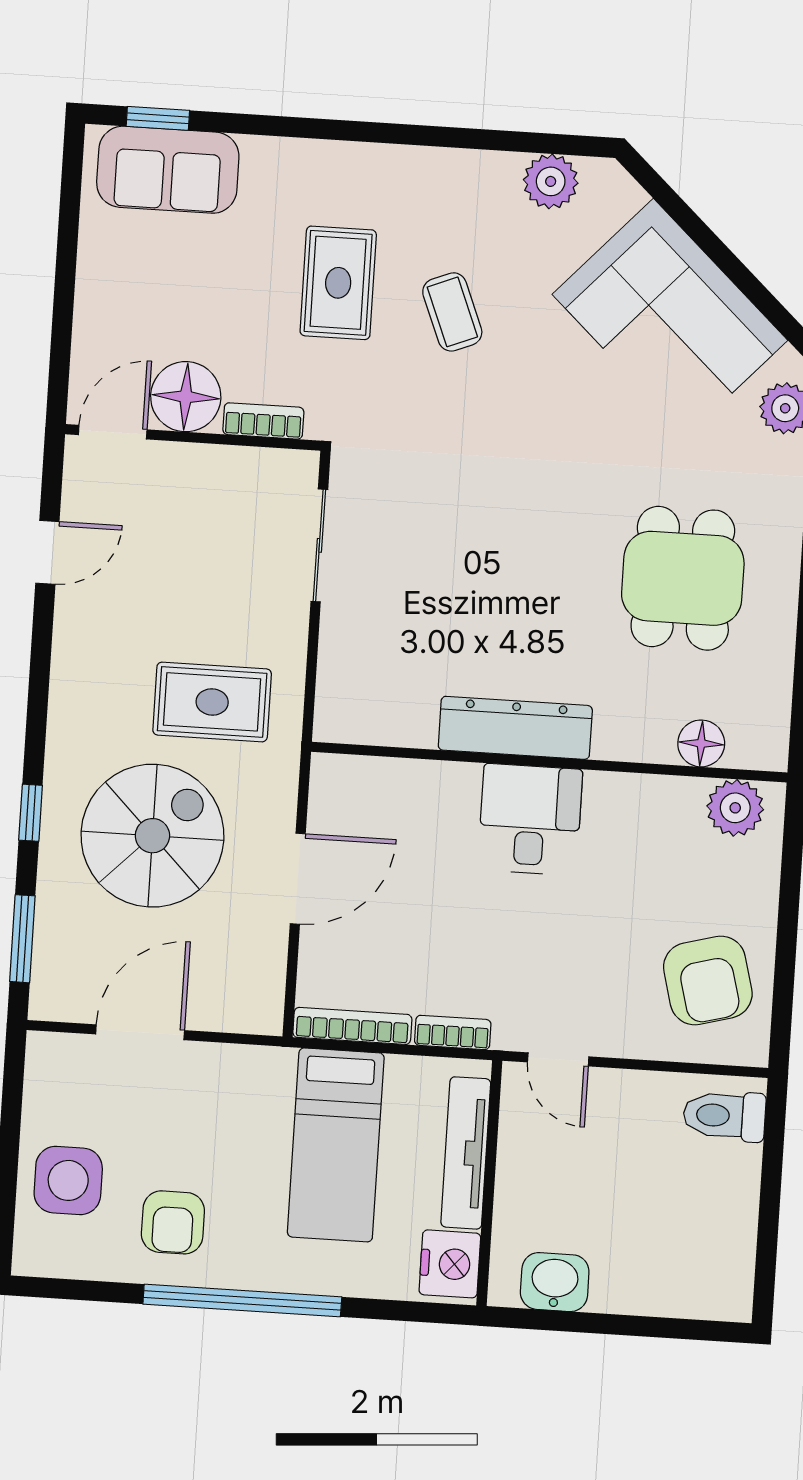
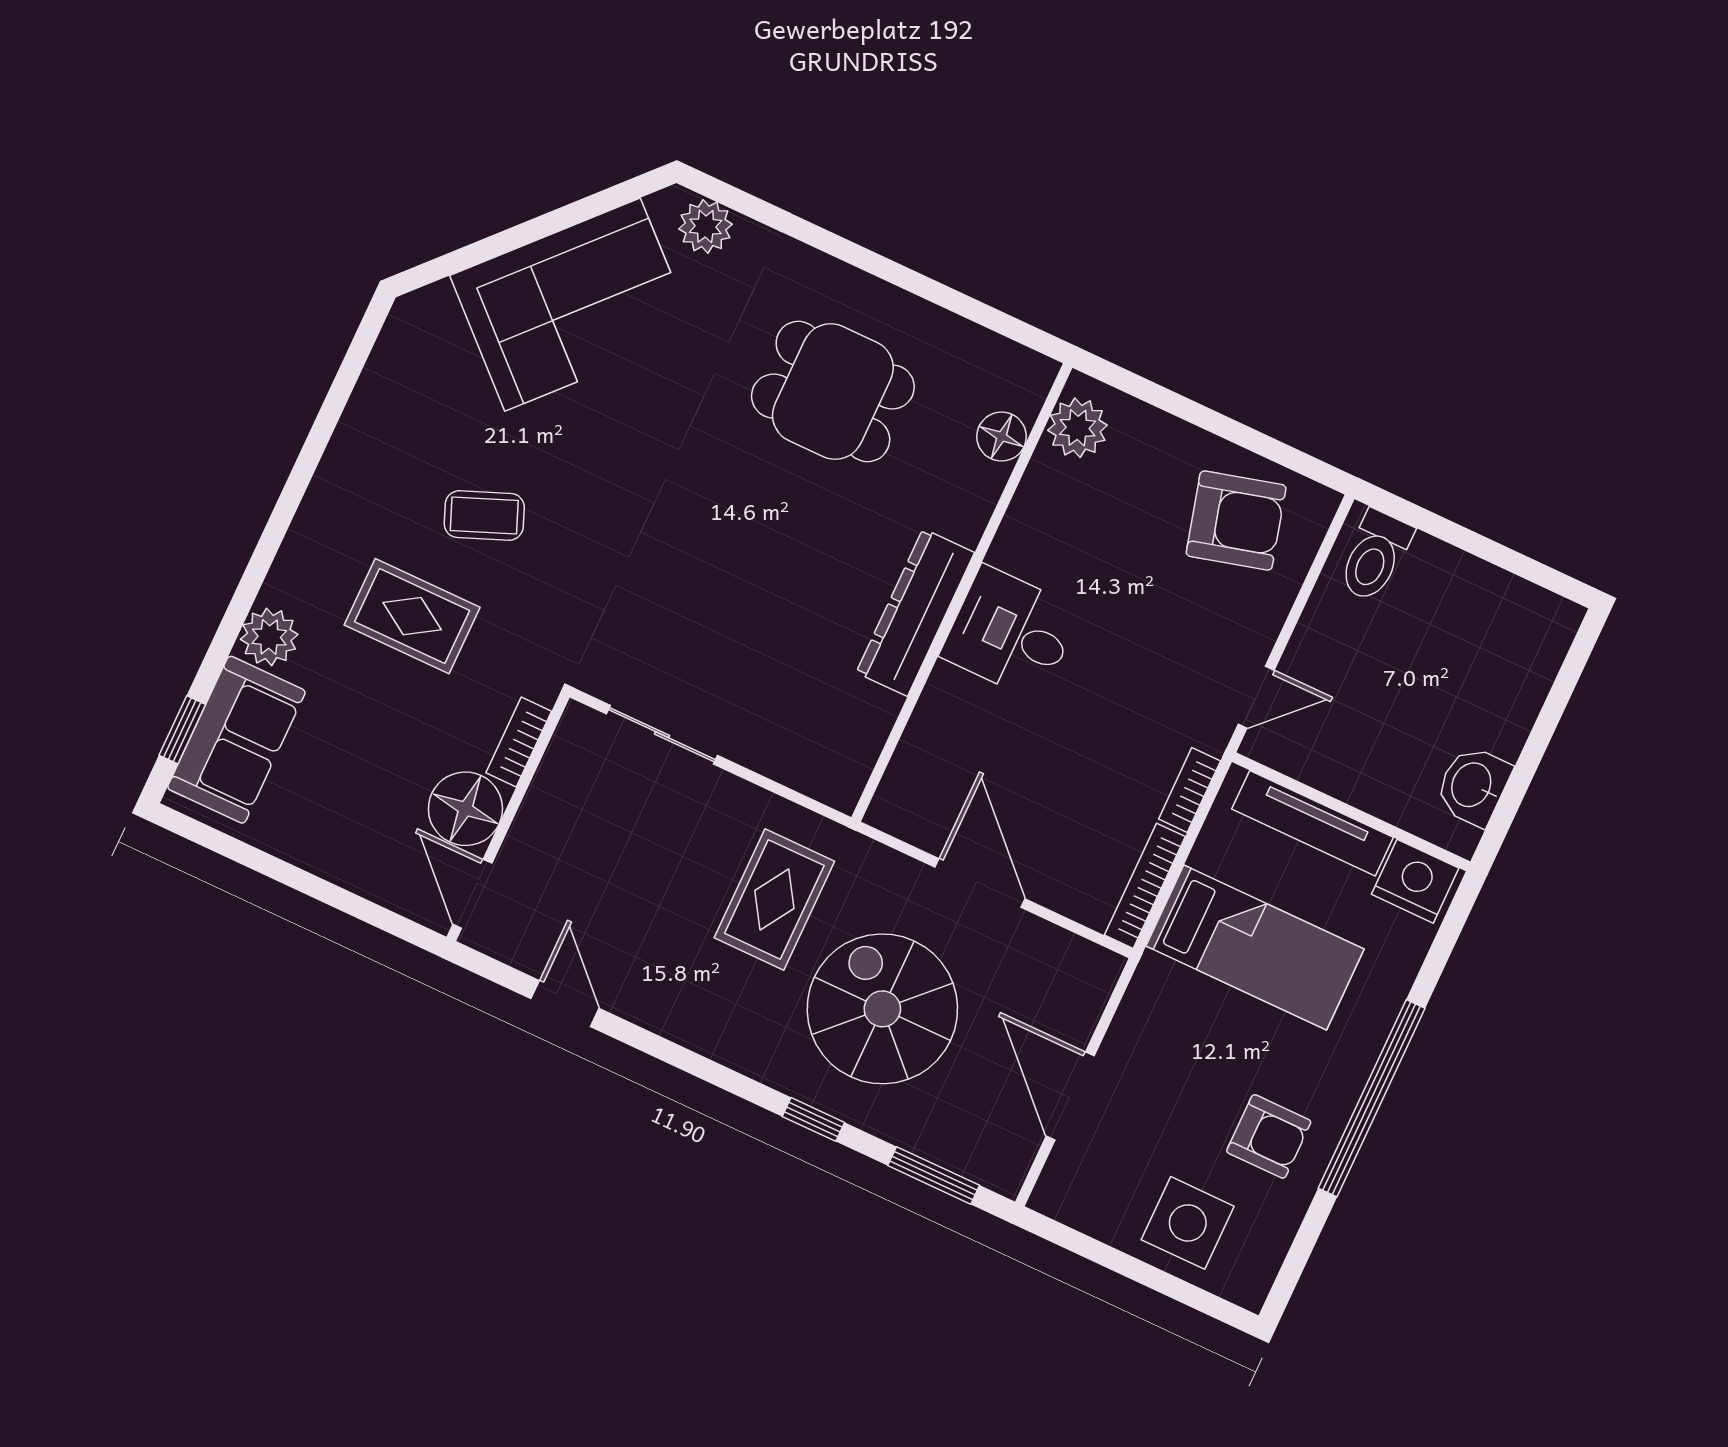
plant: (551, 181) -> (269, 637), moved

